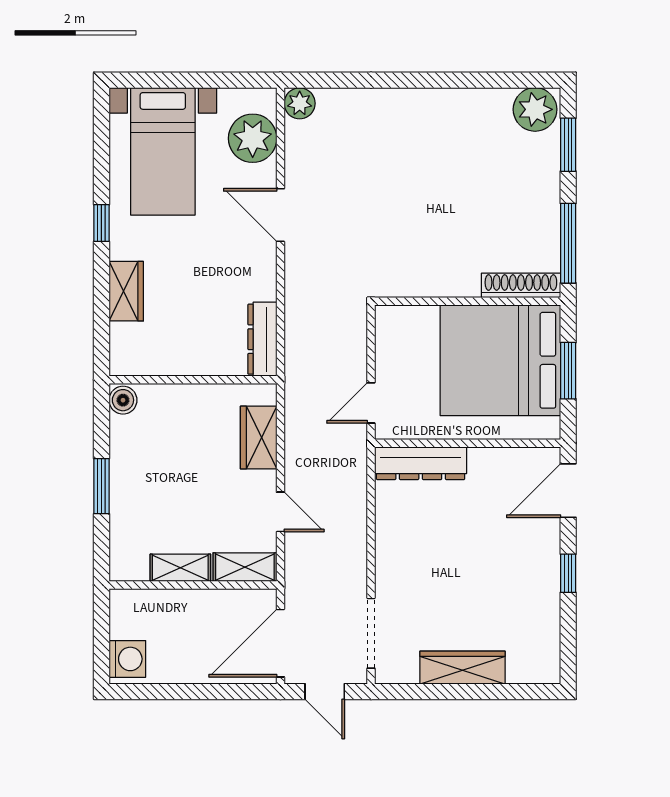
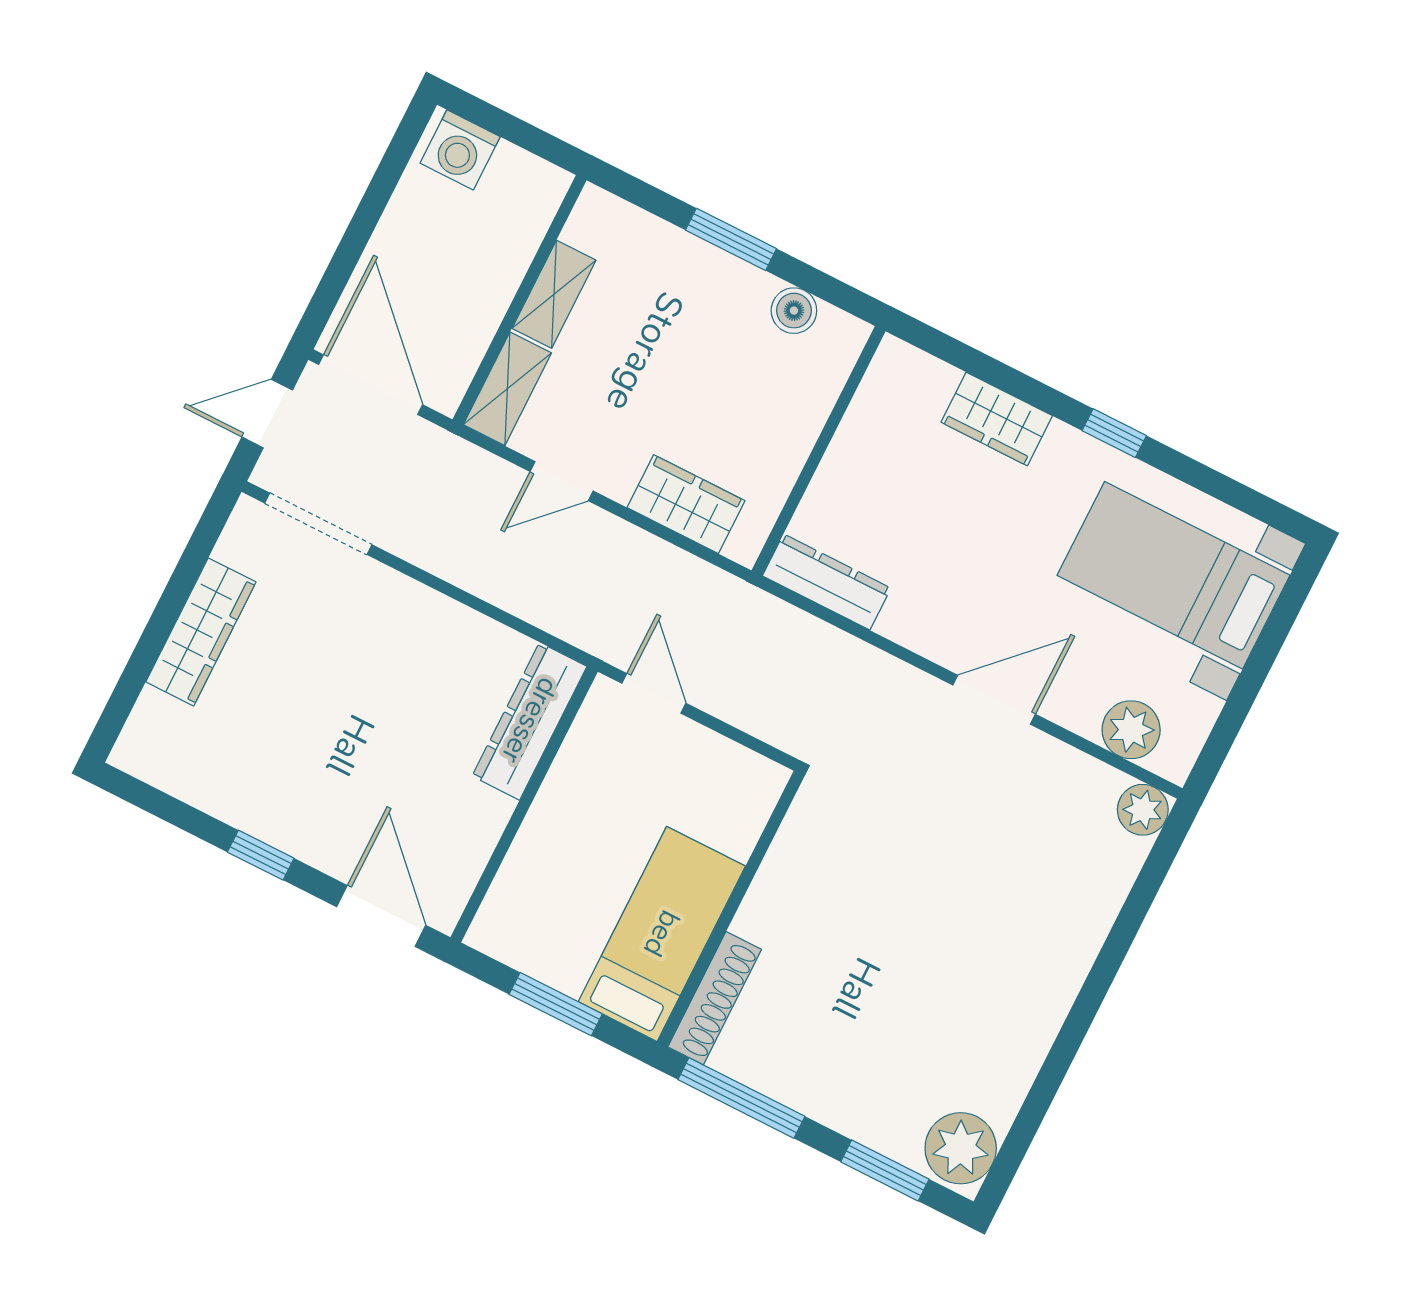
plant: (253, 138) -> (1131, 730), width x0.73, depth x0.73
bed: (500, 360) -> (662, 934), width x0.49
boiler: (123, 400) -> (794, 311), moved

